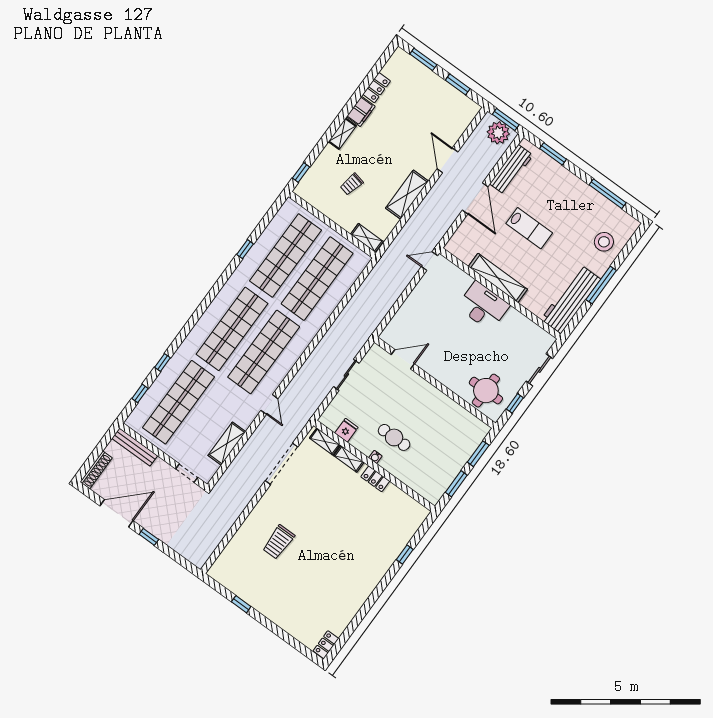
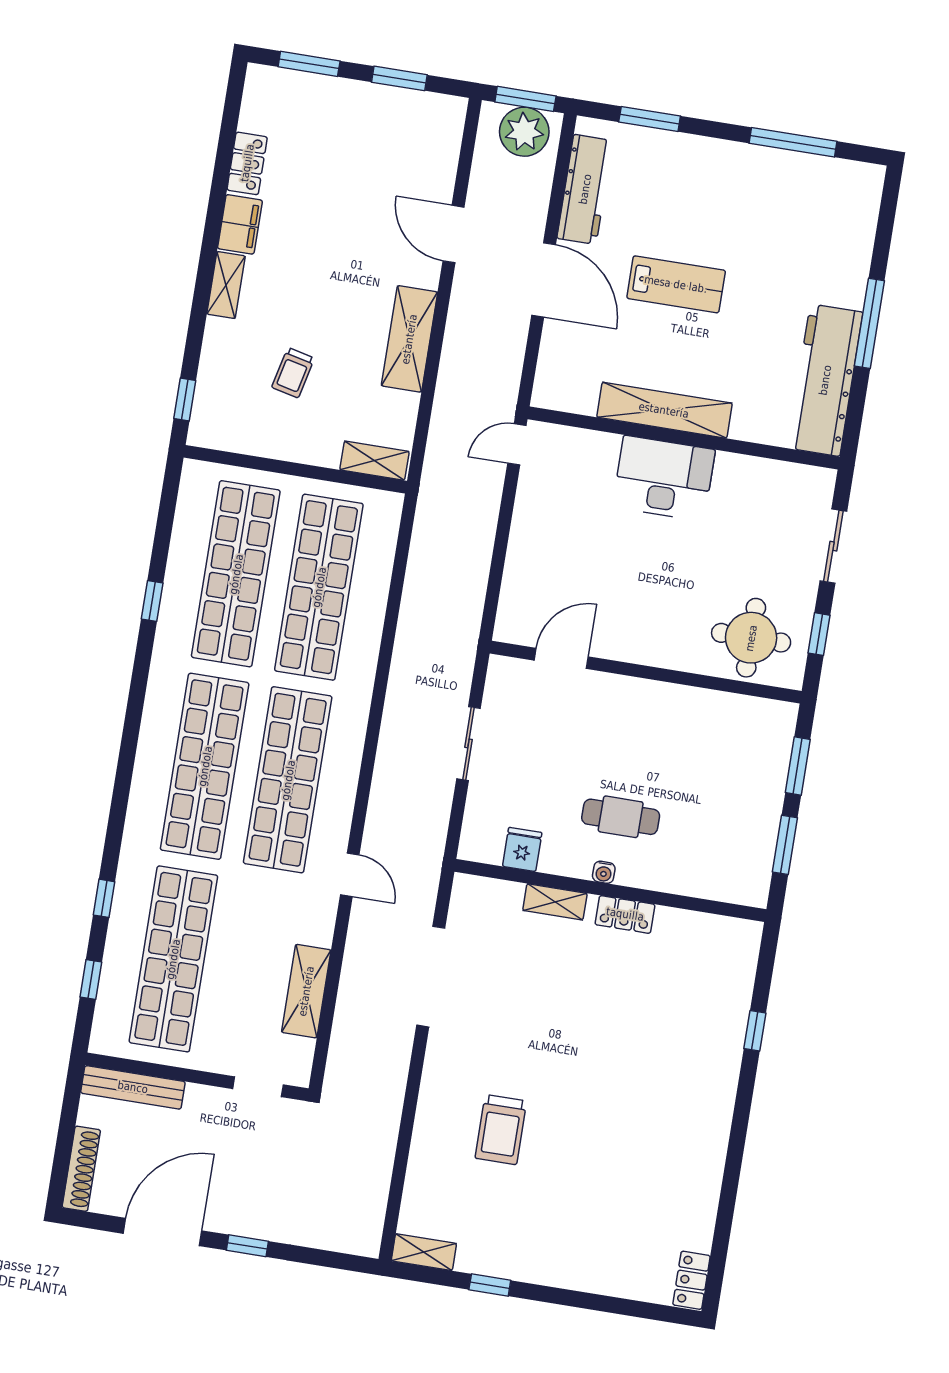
stool: (604, 242) -> (833, 238), removed
shelving: (325, 441) -> (424, 1252), moved

